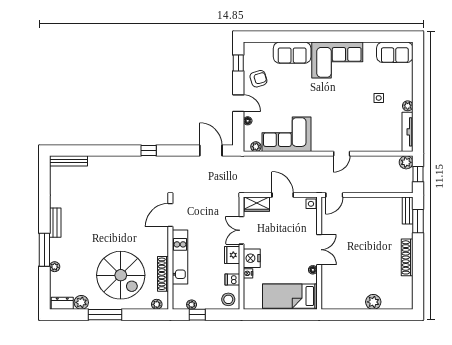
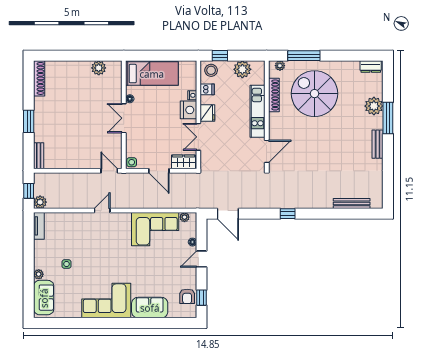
sofa: (395, 52) -> (44, 298), moved, turned 90
armchair: (258, 79) -> (187, 296), moved, turned -73
door: (238, 103) -> (201, 259), hinge flipped
plant: (408, 106) -> (39, 274), moved
tv unit: (407, 132) -> (39, 226), width x0.71
bench: (68, 161) -> (352, 203), moved
door: (334, 195) -> (109, 171), hinge flipped
window: (418, 221) -> (29, 121), moved
double door: (241, 230) -> (198, 137), swing flipped
shoe rack: (407, 257) -> (39, 78), moved
plant: (55, 267) -> (374, 106), width x1.88, depth x1.88
plant: (81, 302) -> (352, 67), removed
plant: (373, 302) -> (99, 68), moved
plant: (192, 305) -> (242, 69), width x1.88, depth x1.88
window: (105, 315) -> (304, 56), moved
window: (197, 315) -> (220, 56), moved

